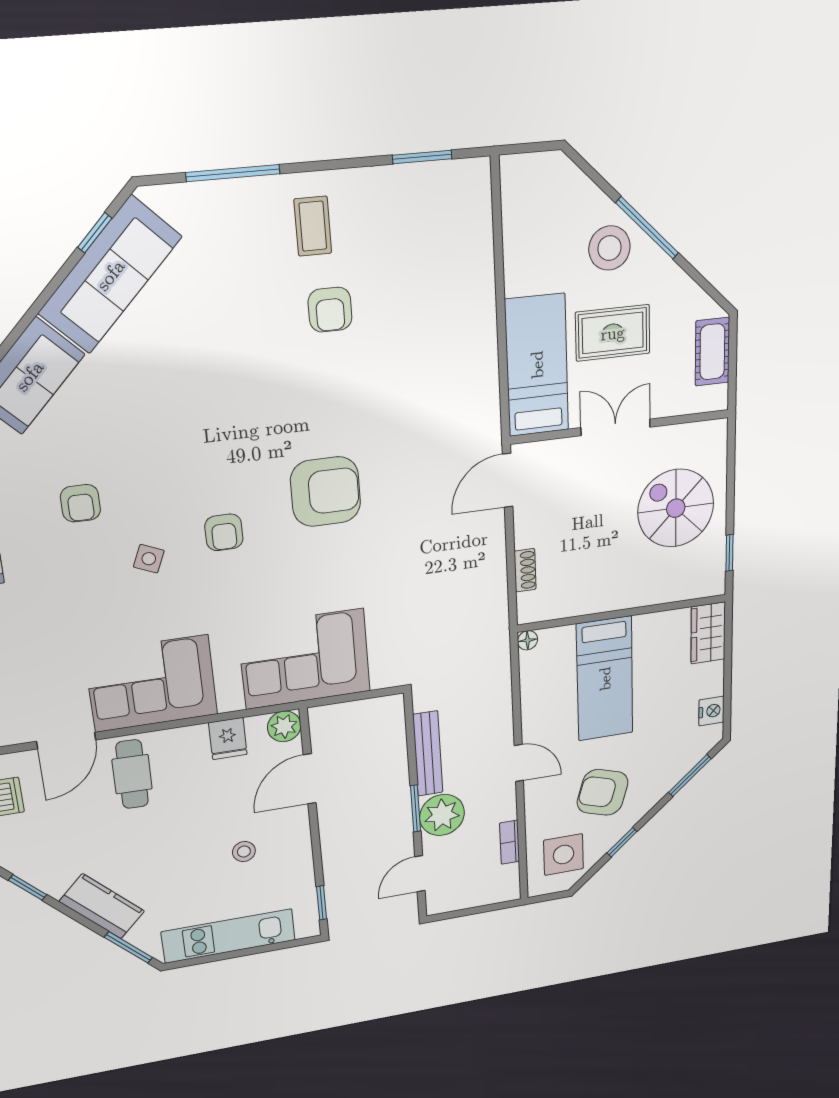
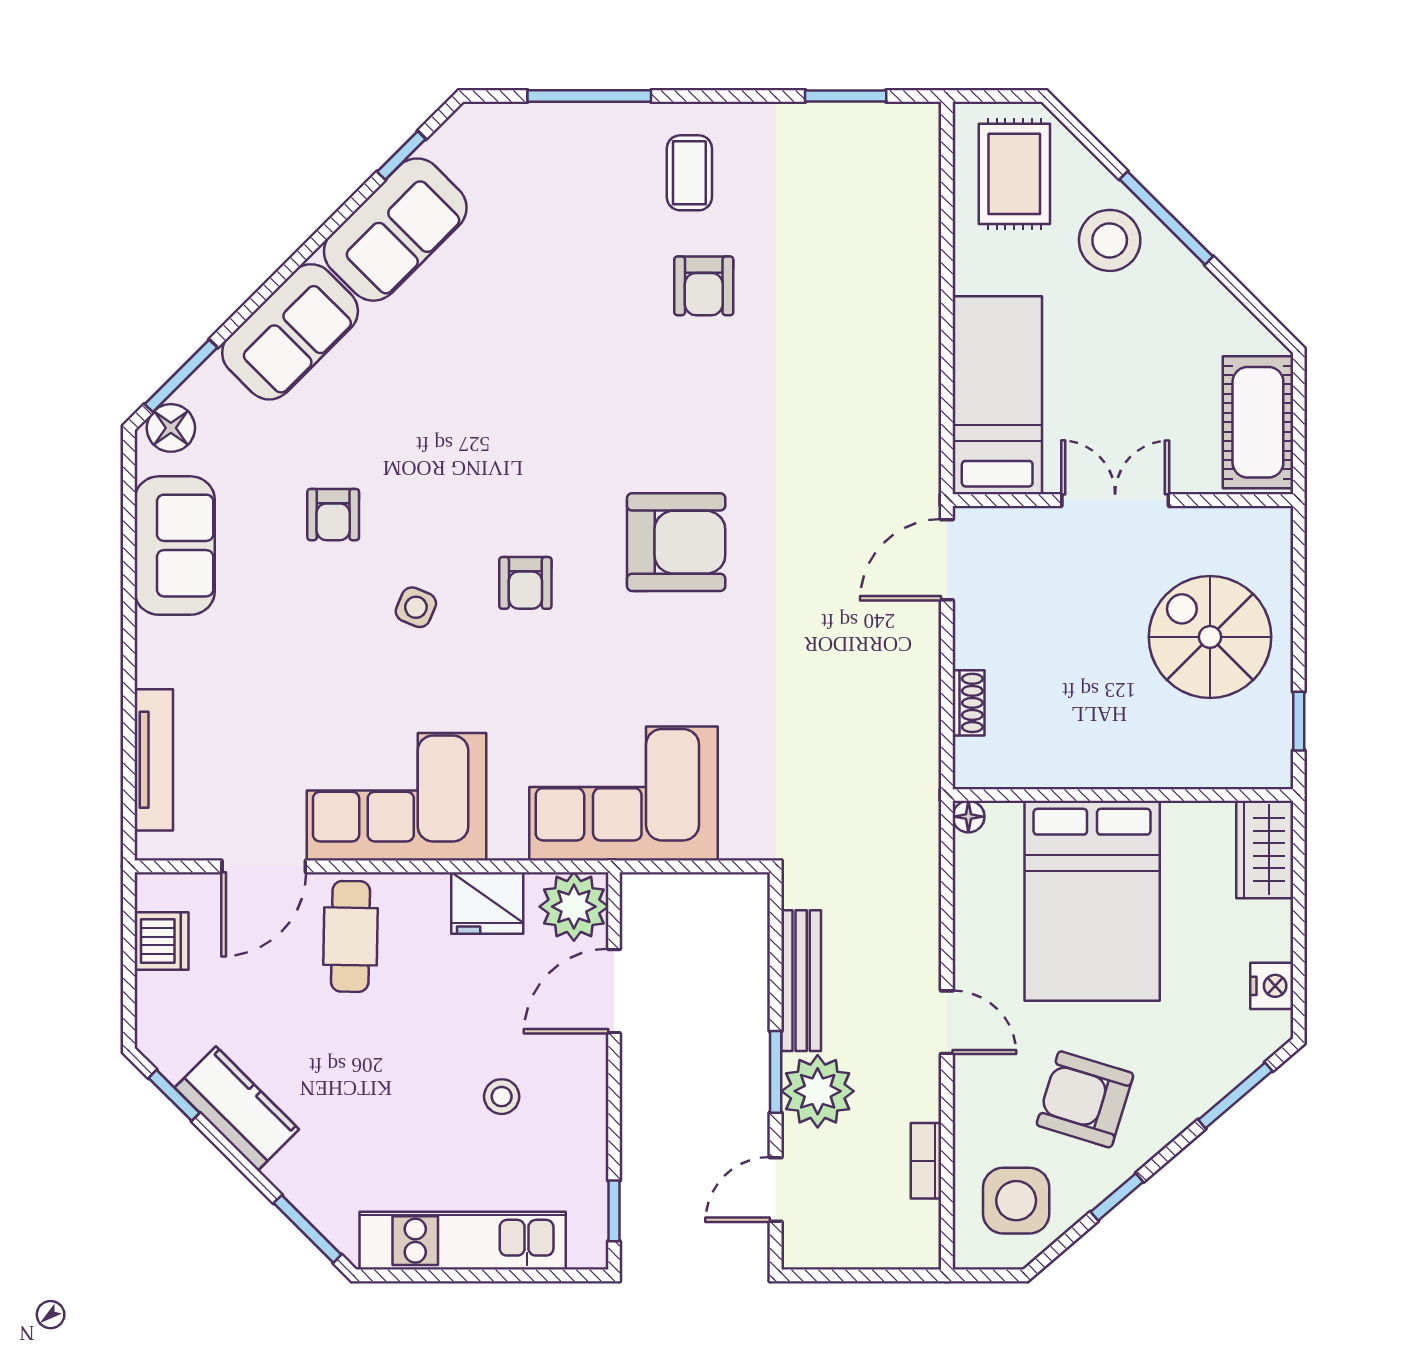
sofa: (110, 275) -> (395, 230), width x0.73
rug: (613, 333) -> (1014, 174), moved, turned 90
cot: (712, 352) -> (1258, 422), width x1.37, depth x1.34
bed: (605, 679) -> (1092, 901), width x1.50
plant: (284, 726) -> (574, 907), width x1.36, depth x1.36
fridge: (228, 739) -> (487, 903), width x1.38
kitchen counter: (102, 906) -> (237, 1109), moved

